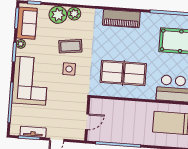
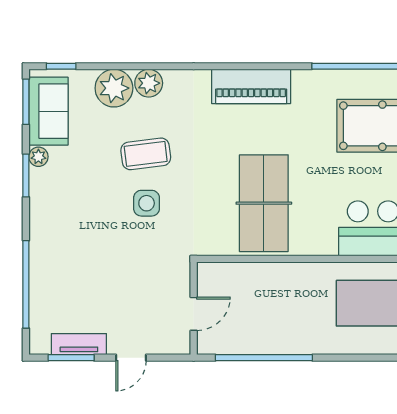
table tennis table: (123, 73) -> (264, 203), turned 90
corner sofa: (30, 81) -> (65, 235), removed

